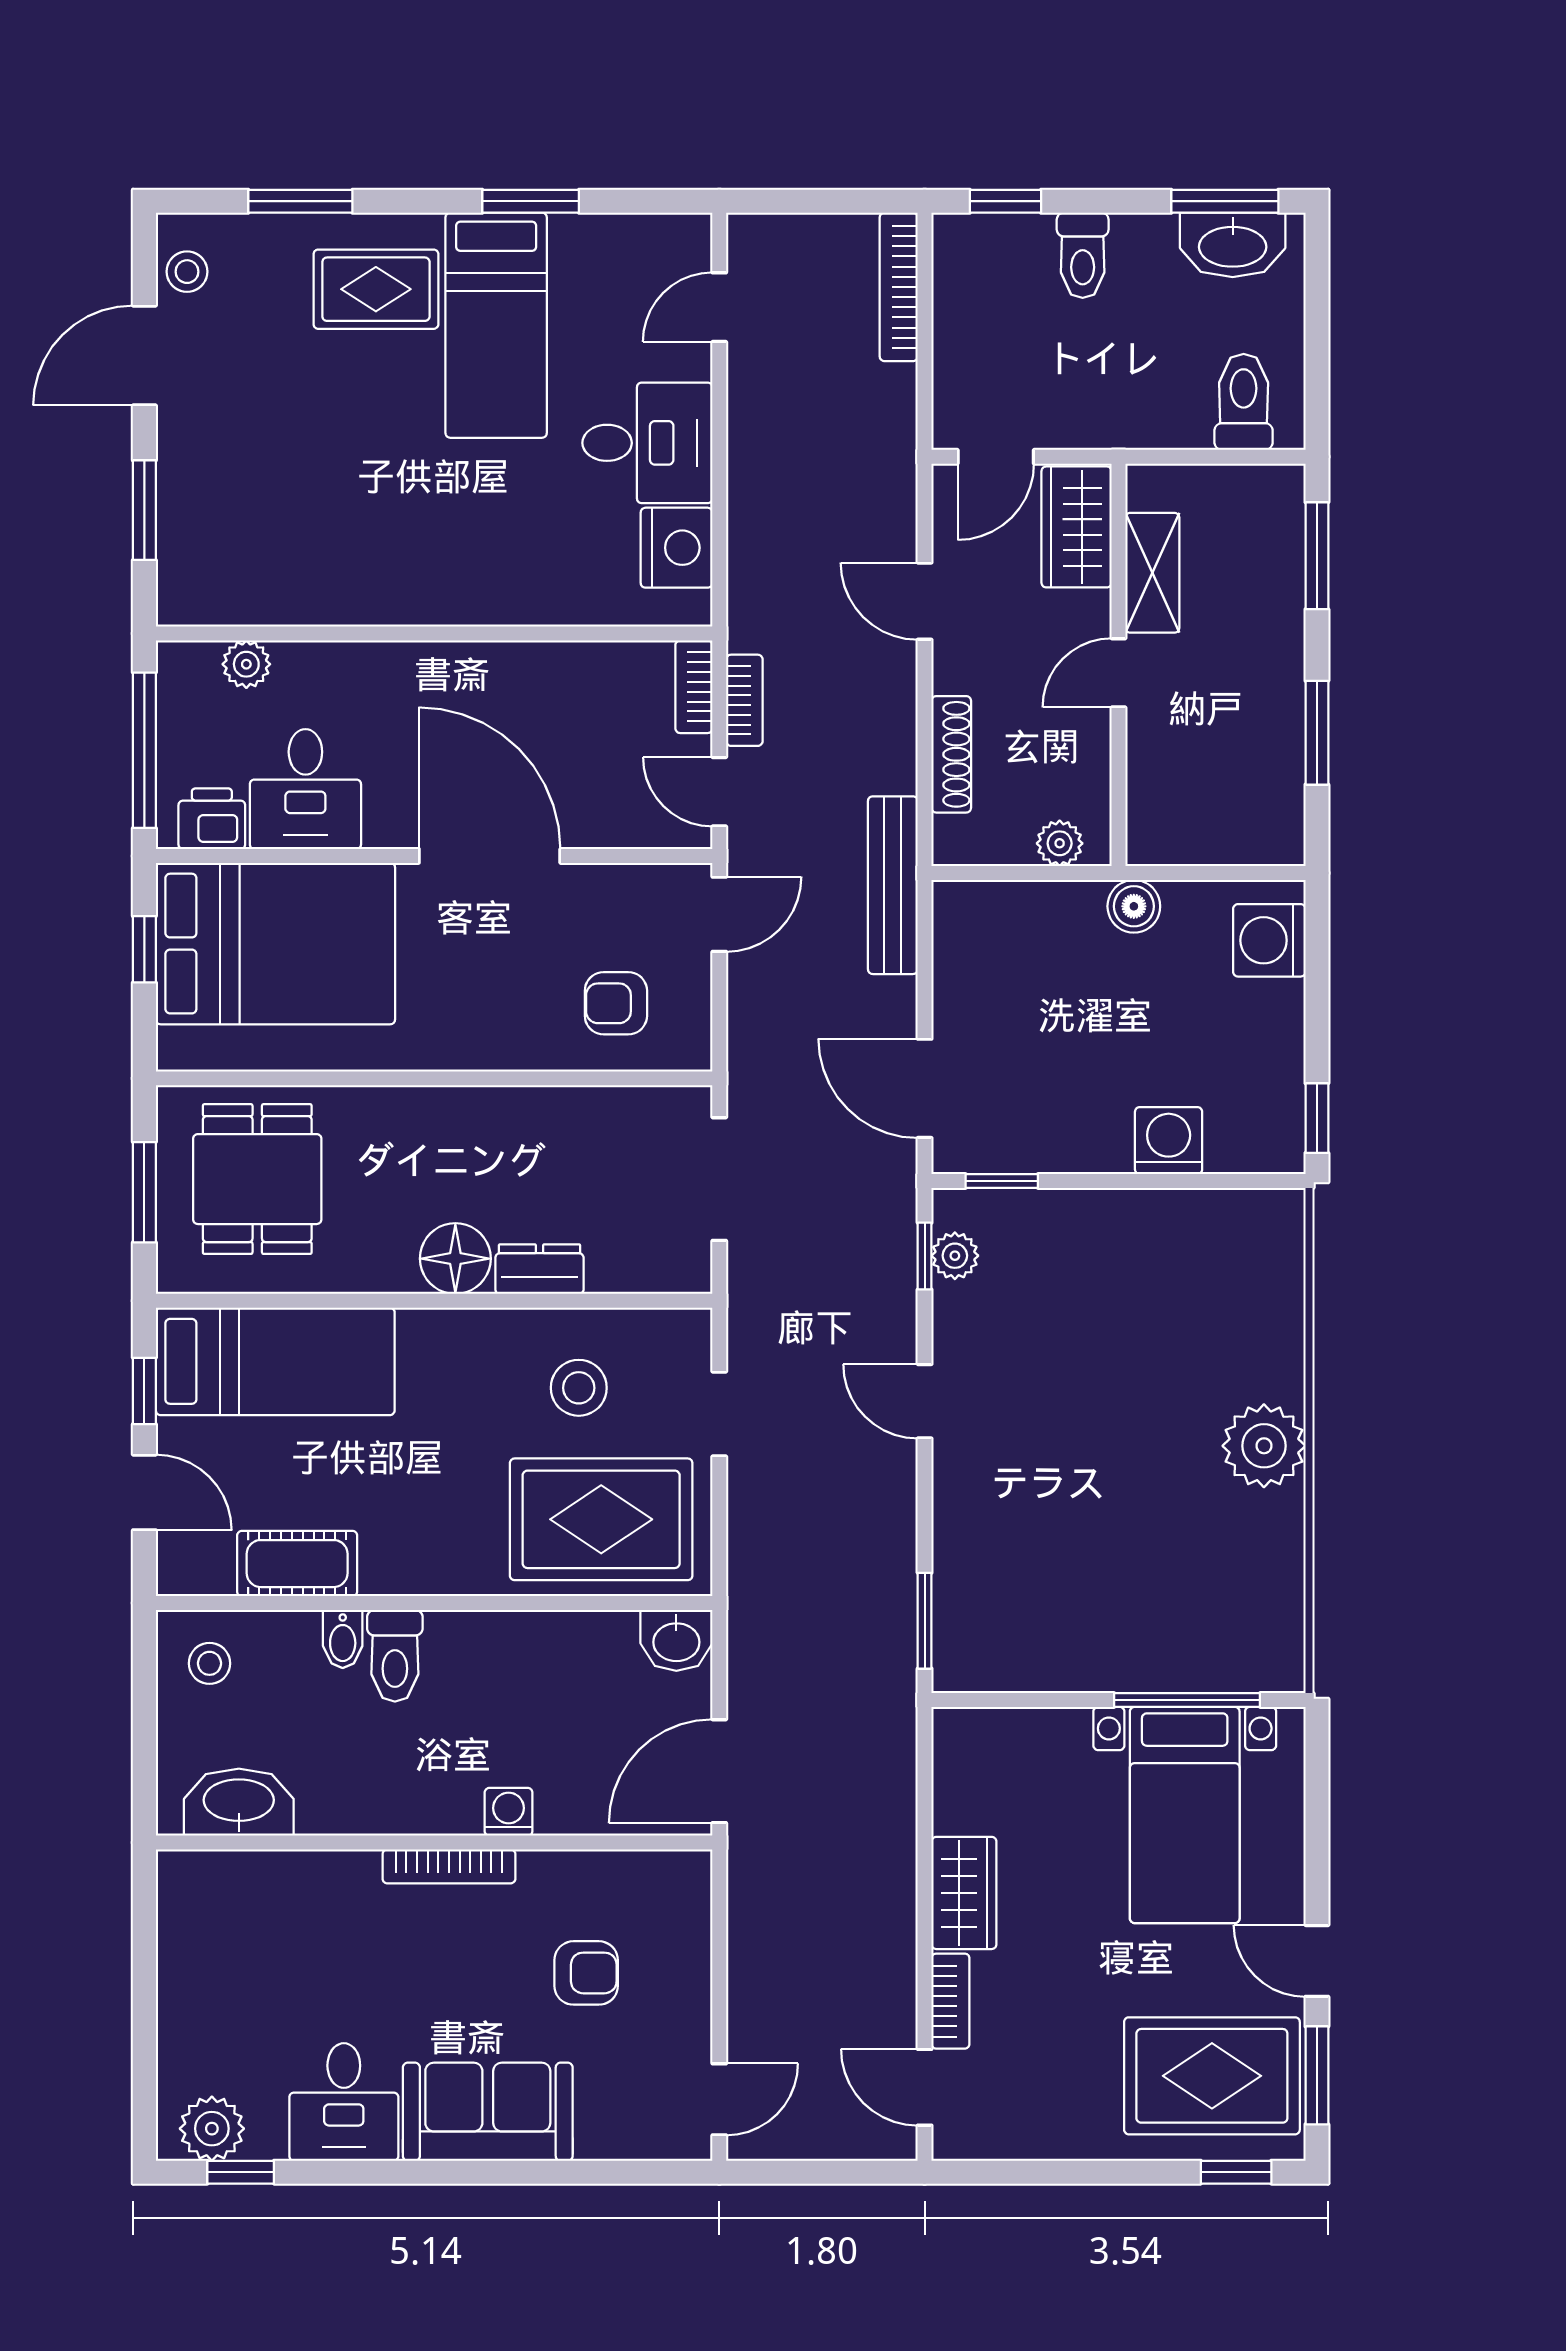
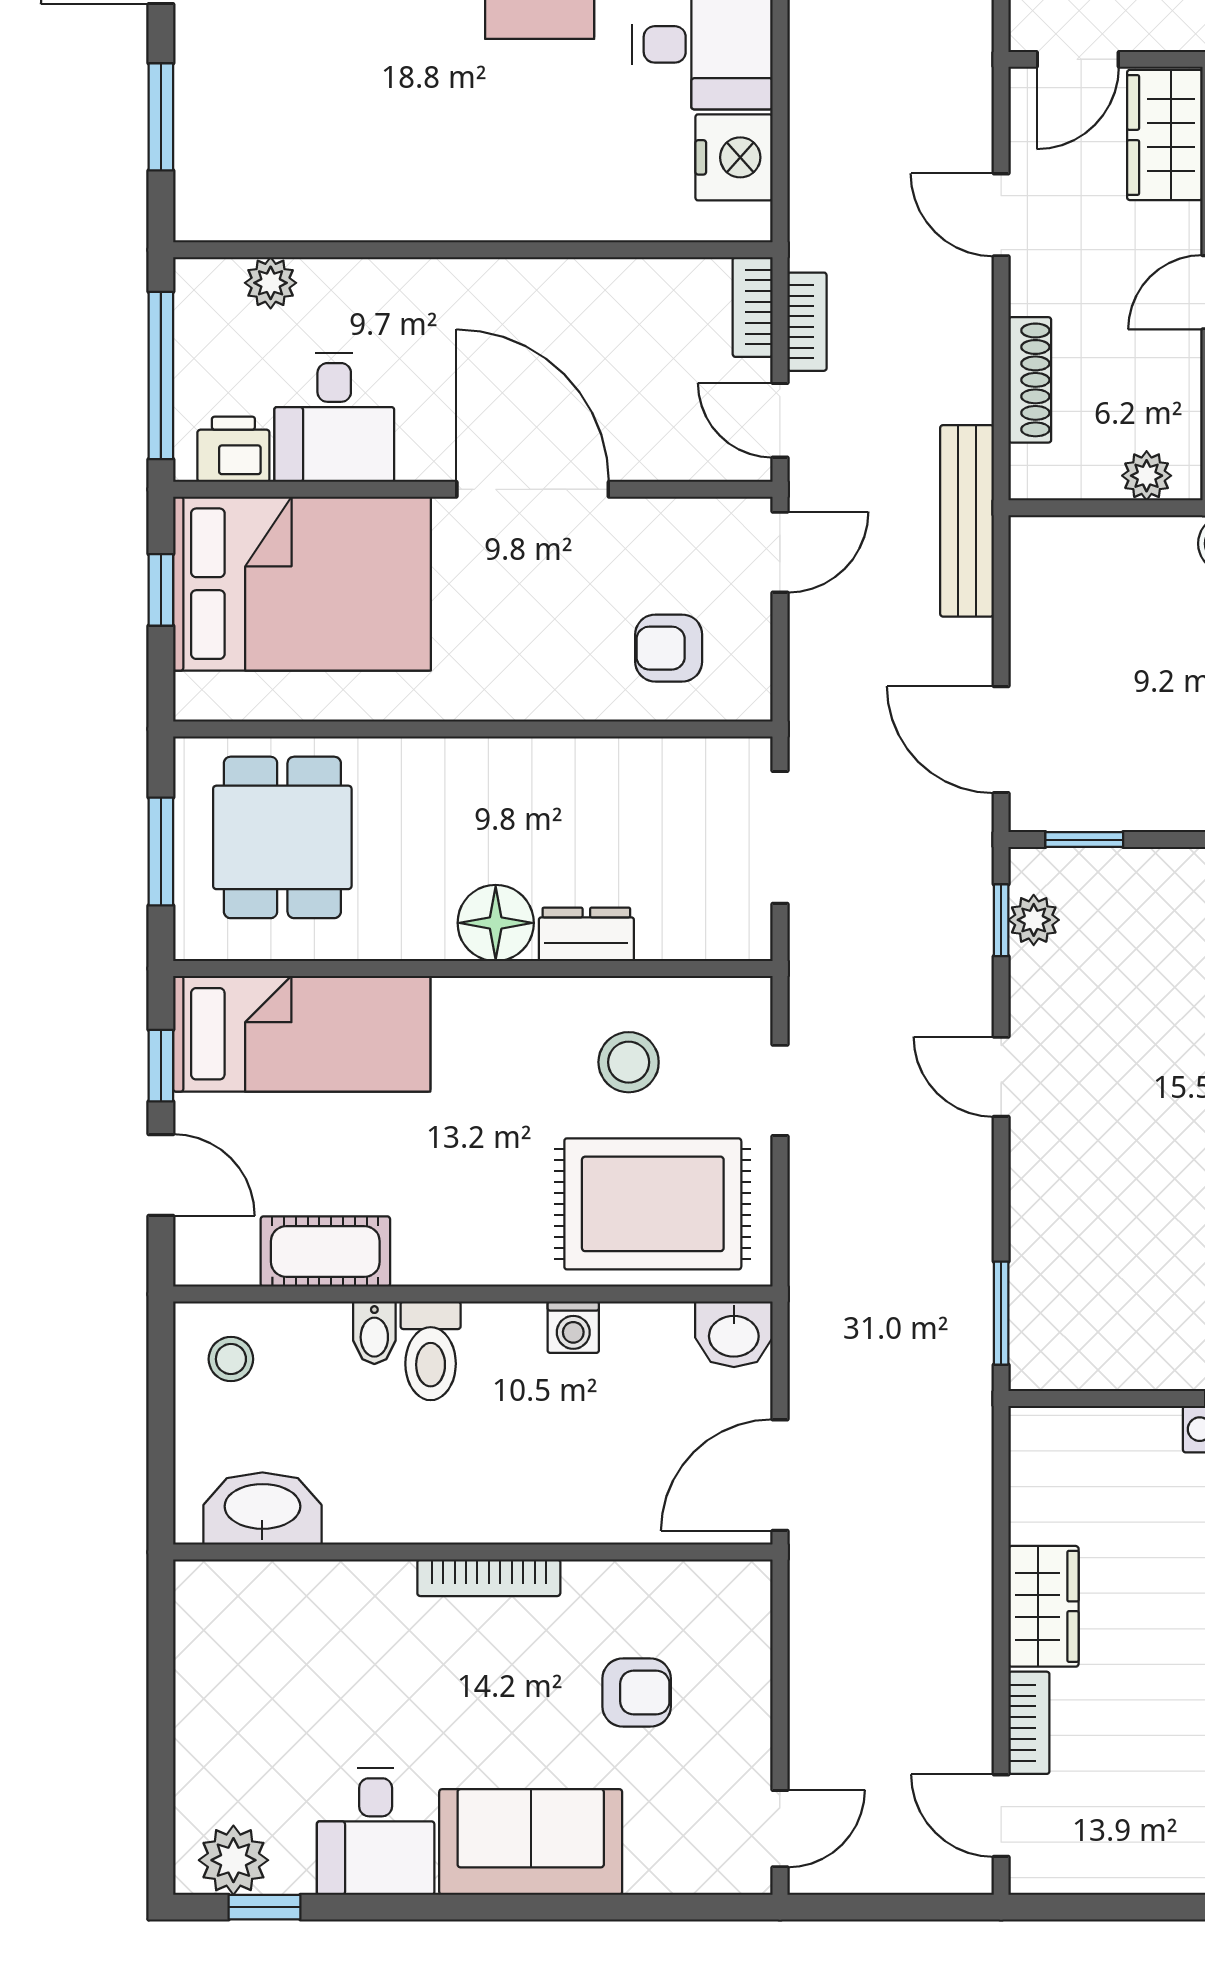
washing machine: (509, 1812) -> (573, 1327), moved, turned 180

